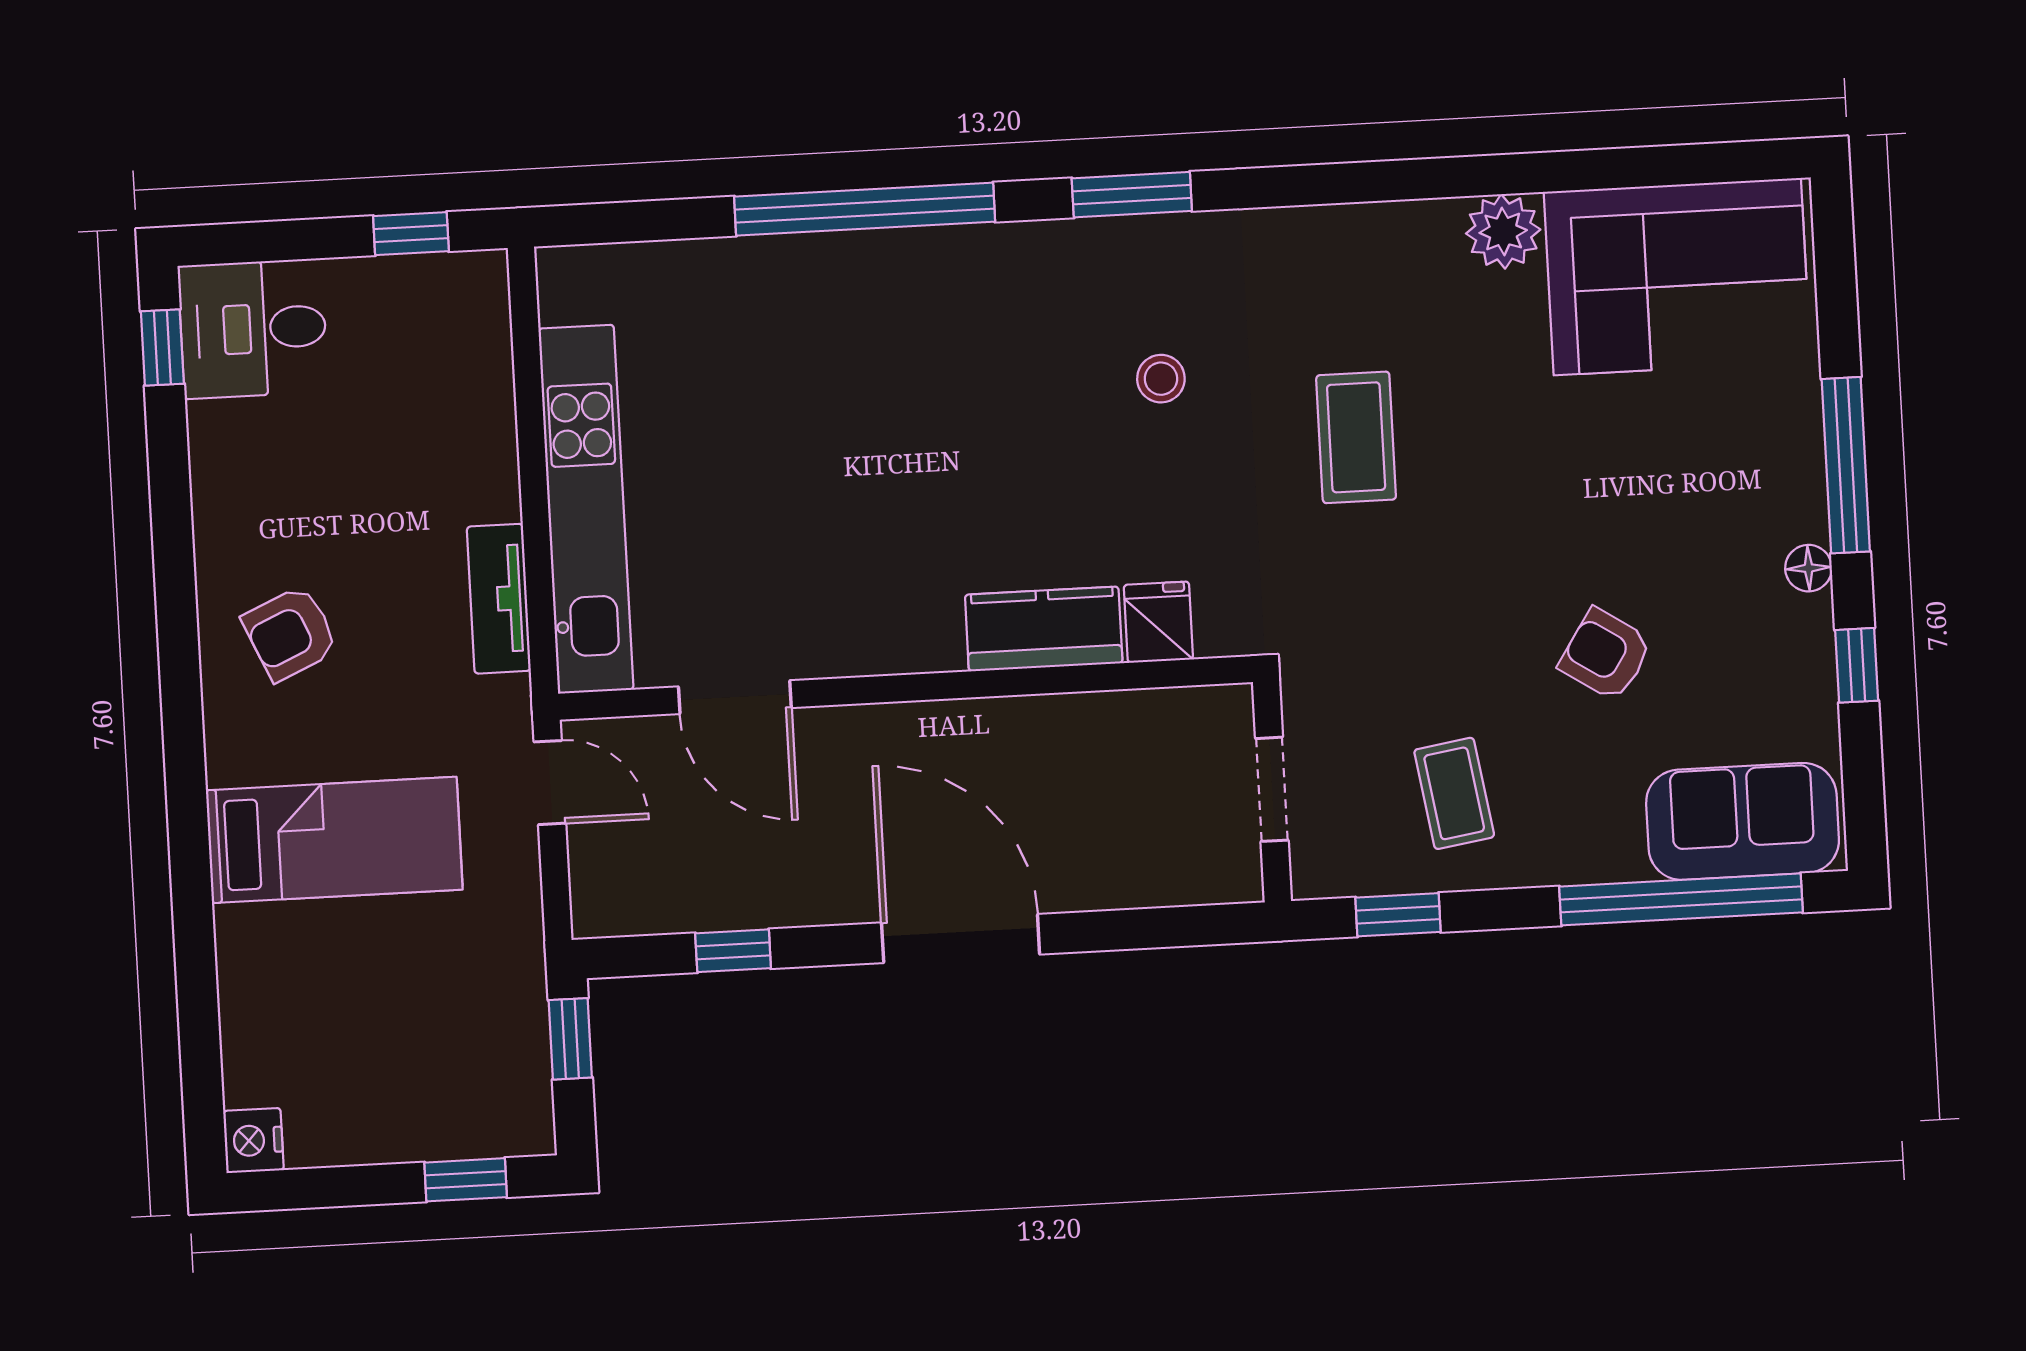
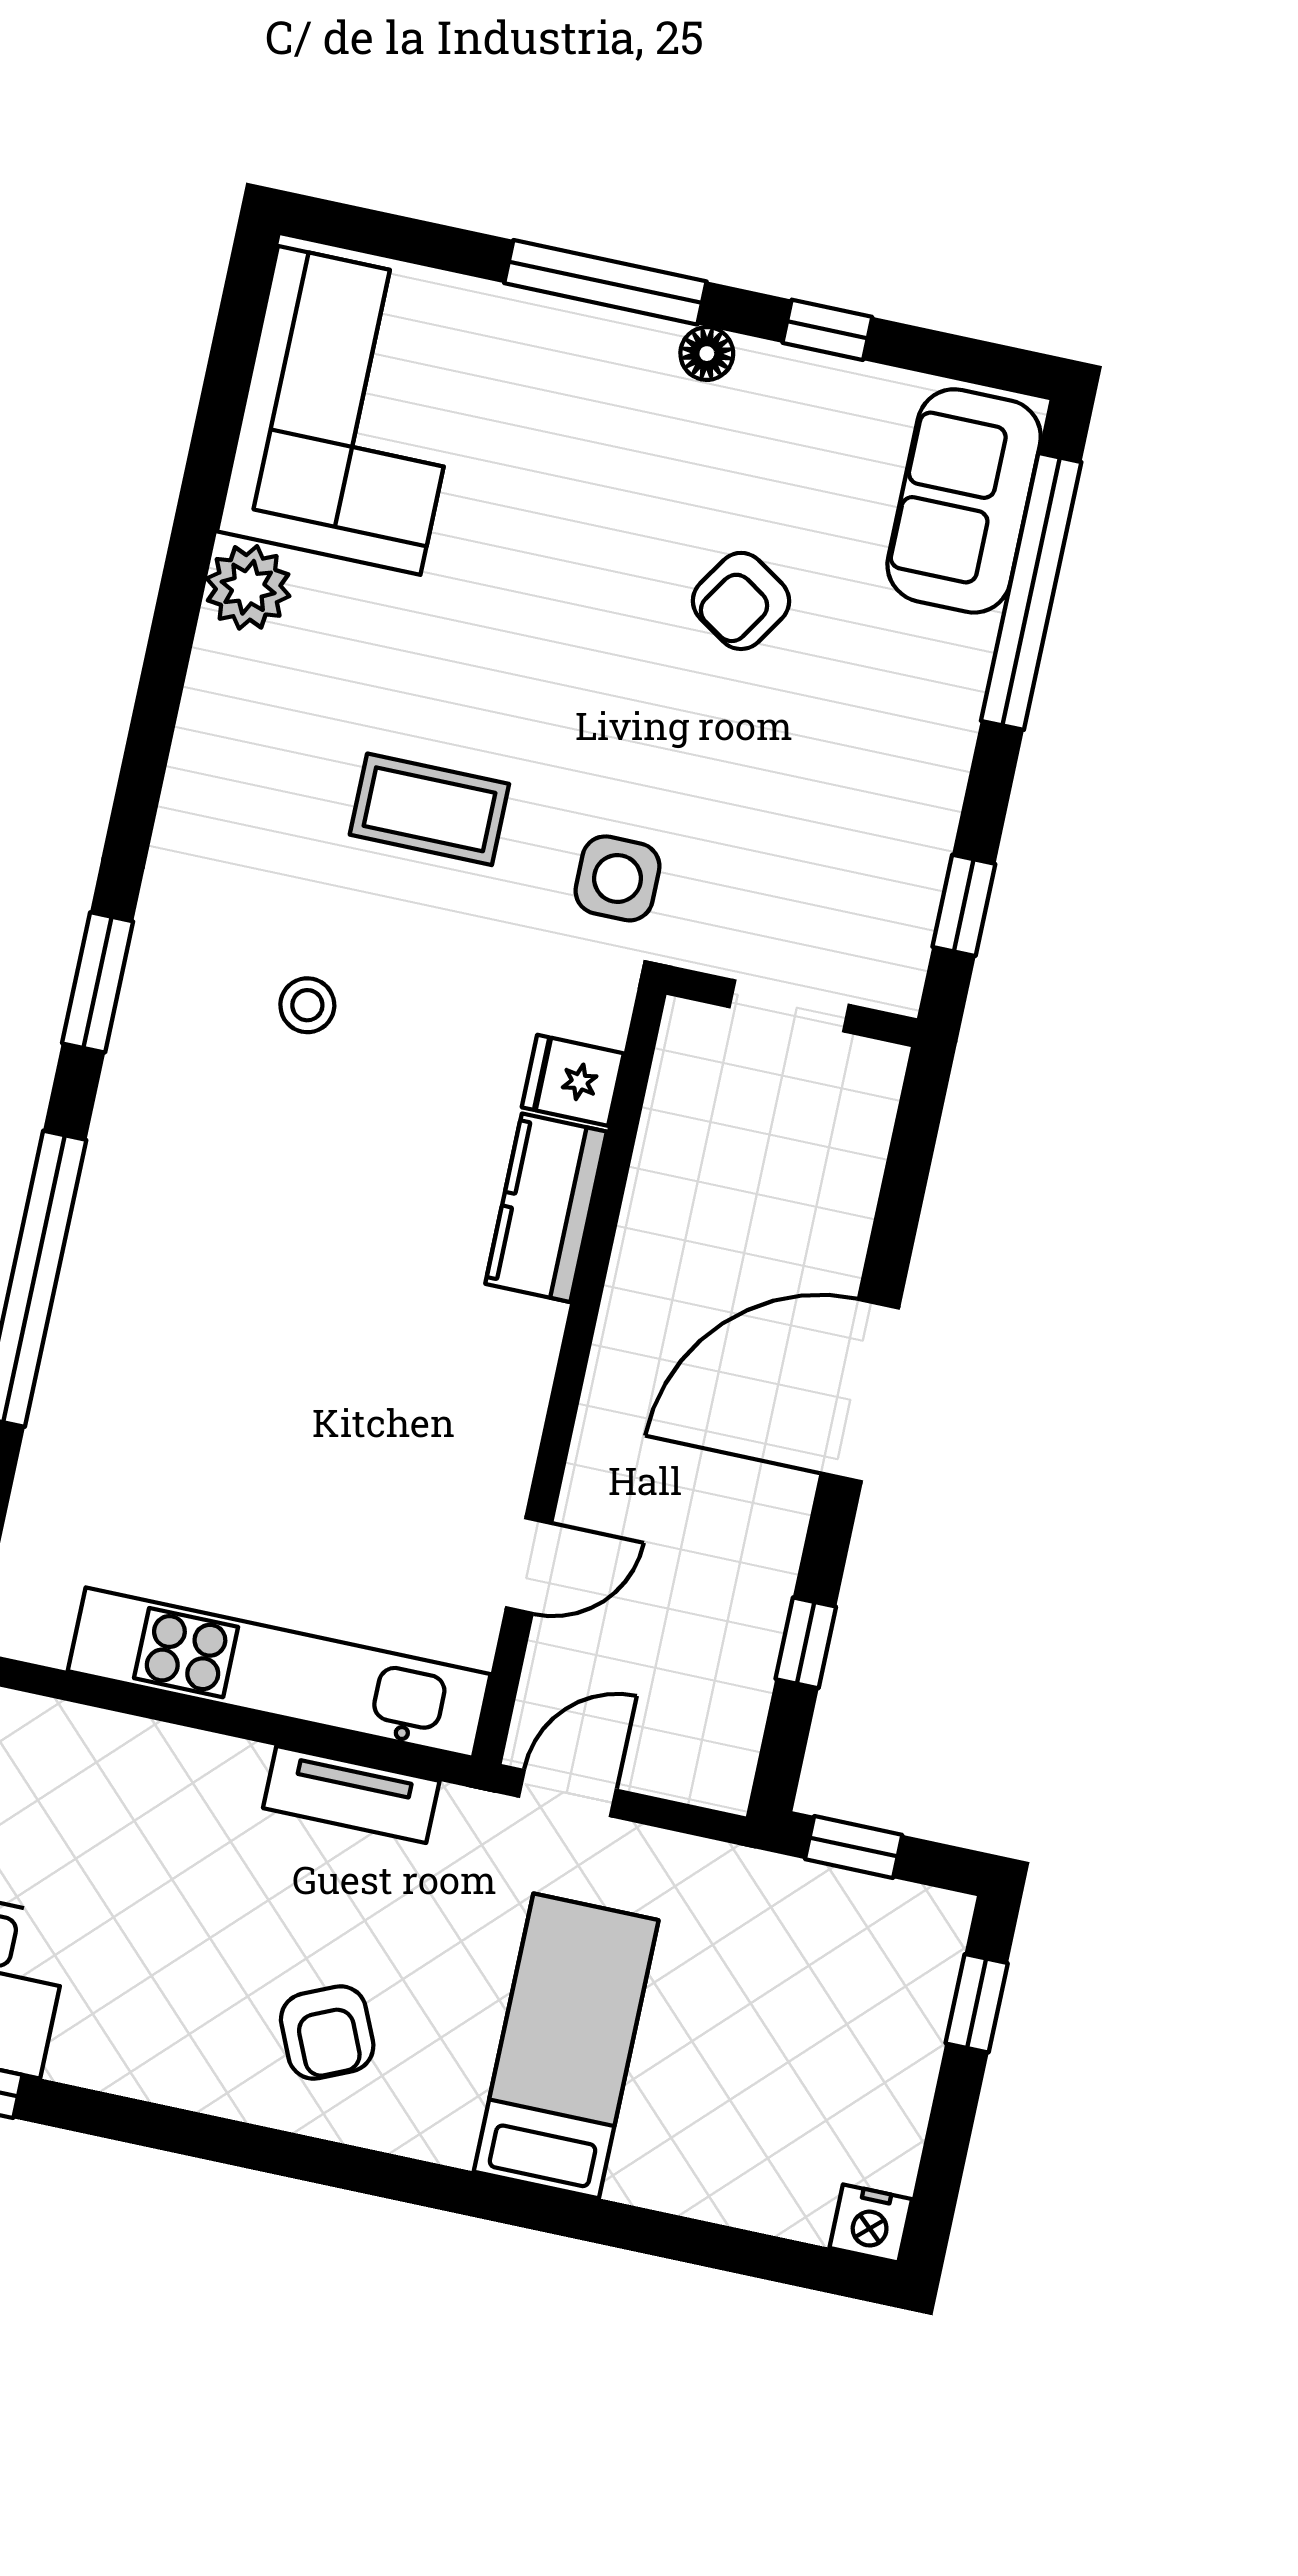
side table: (1341, 614) -> (617, 878), added
door: (735, 697) -> (529, 1566), width x0.73
coffee table: (1454, 793) -> (848, 808), removed

